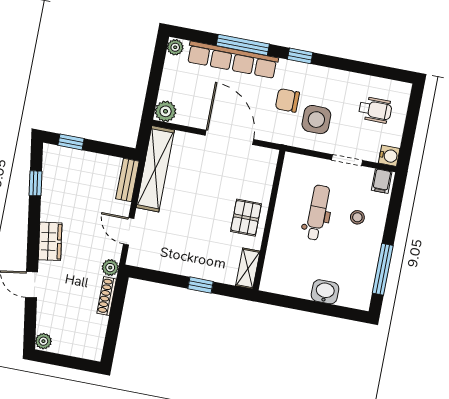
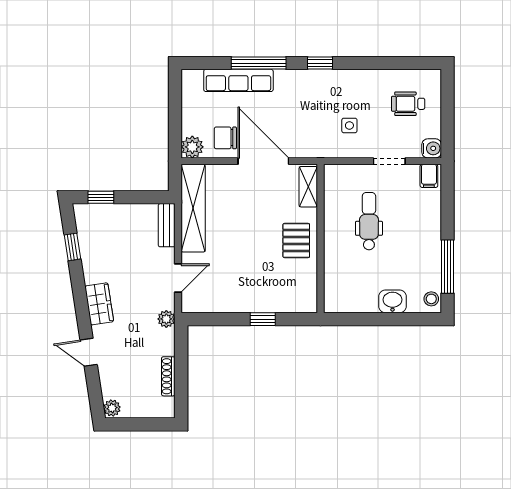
plant: (175, 47) -> (190, 79), removed
row of seats: (232, 60) -> (238, 80), width x0.73
chair: (287, 100) -> (225, 138), moved
wheelchair: (375, 110) -> (408, 104), turned 180
side table: (316, 120) -> (349, 125), width x0.54, depth x0.54
stool: (357, 217) -> (431, 299), moved
door: (129, 231) -> (178, 278), swing flipped
shelving: (248, 268) -> (308, 187), moved
shoe rack: (107, 296) -> (168, 376), moved

